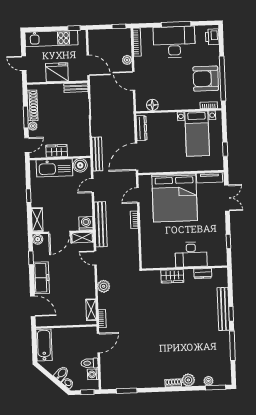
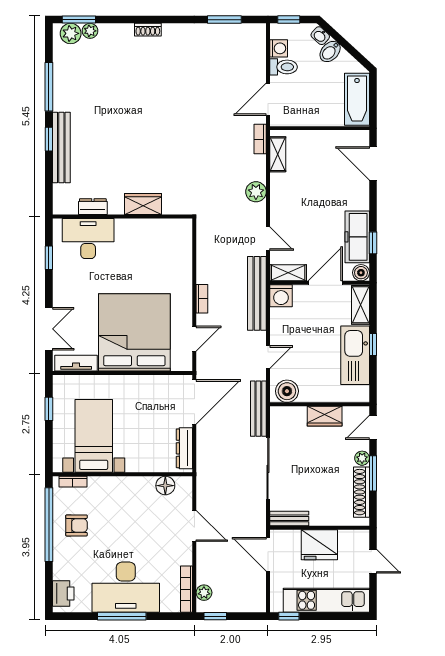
plant: (127, 60) -> (204, 593), moved
armchair: (206, 79) -> (76, 525), width x0.53, depth x0.53
kitchen sink: (54, 168) -> (355, 355), moved, turned -90
double door: (227, 198) -> (49, 329), swing flipped
desk: (191, 255) -> (88, 239), moved
freezer: (41, 278) -> (357, 237), moved
plant: (188, 380) -> (71, 33), moved

